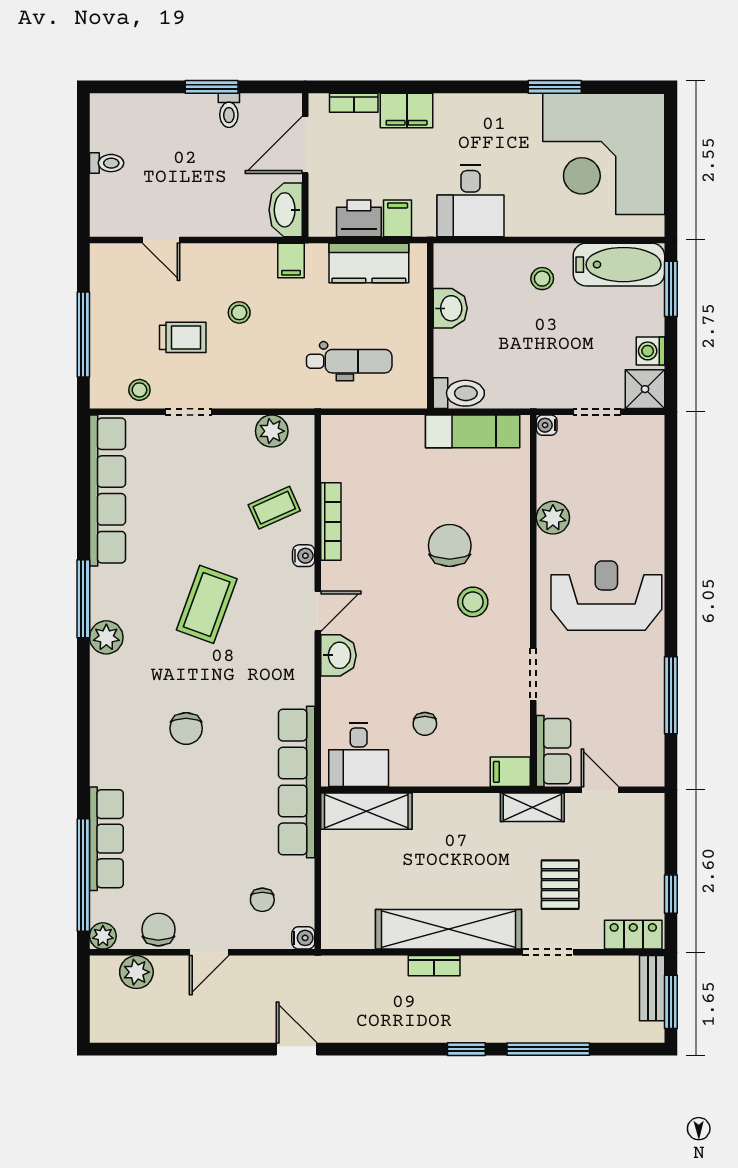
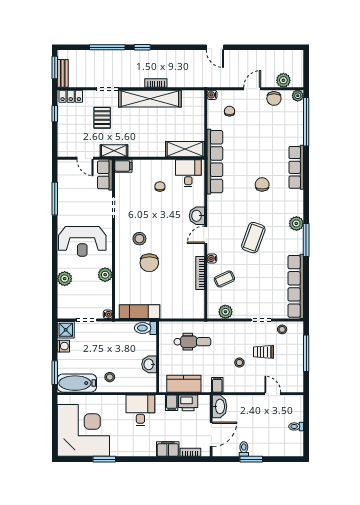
dental chair: (349, 361) -> (192, 342), turned 180
plant: (648, 509) -> (65, 279), added
row of seats: (106, 839) -> (296, 167), moved

